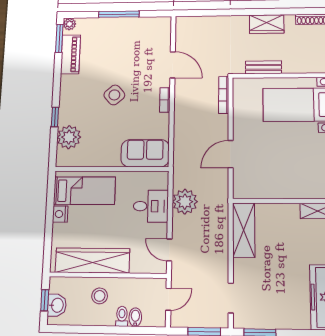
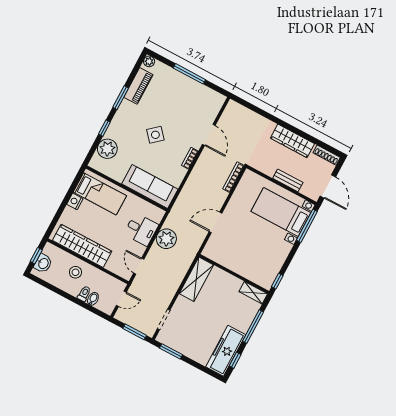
wardrobe: (267, 24) -> (292, 141), width x1.50
window: (59, 38) -> (121, 98), moved
bench: (263, 67) -> (288, 180), moved
sofa: (145, 153) -> (150, 187), width x1.36

